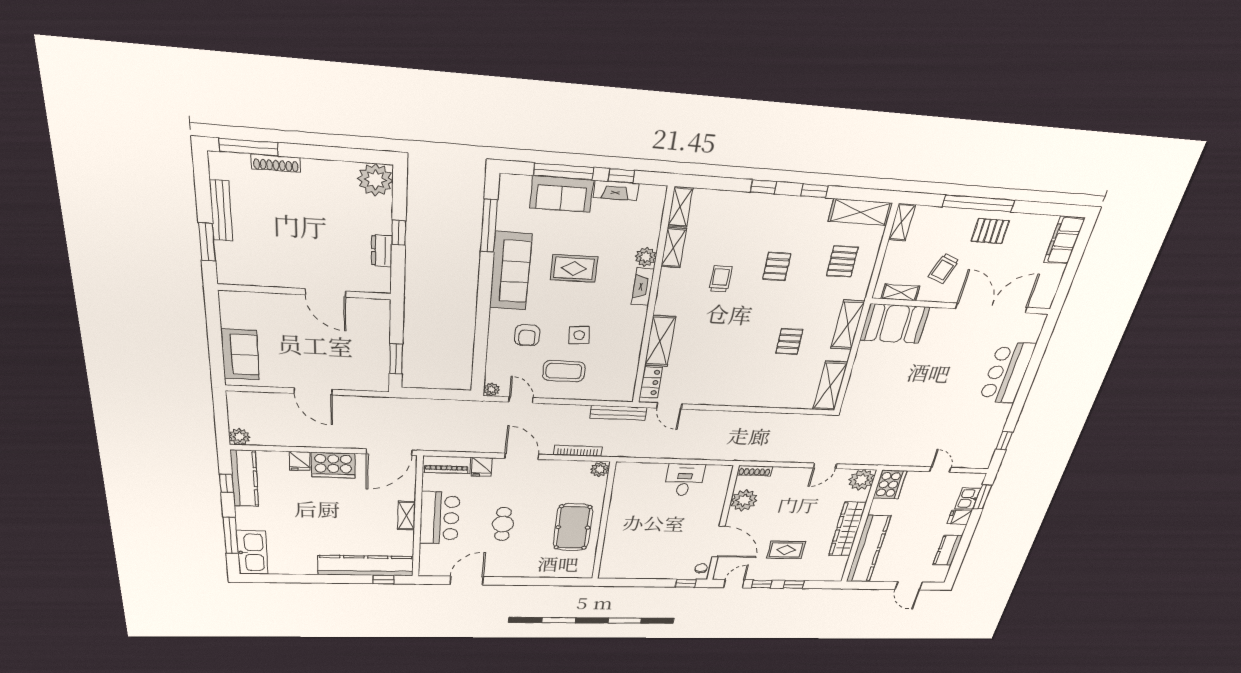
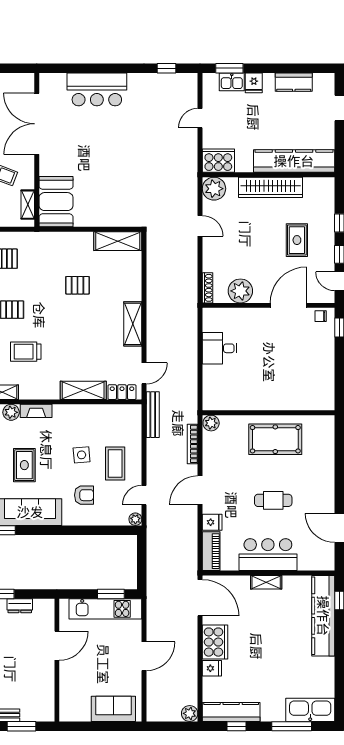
trolley: (721, 279) -> (26, 352), width x1.36, depth x1.39
shelving: (848, 325) -> (133, 324), moved, turned 90
kitchen unit: (376, 352) -> (105, 609), added

